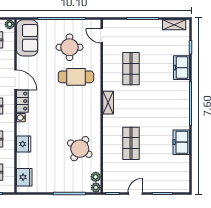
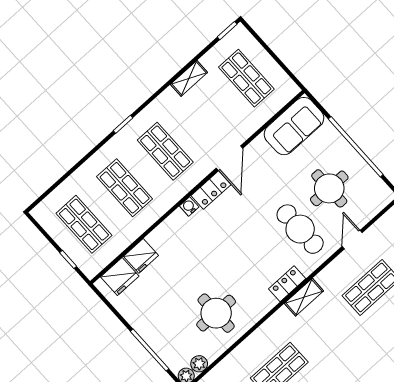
plant: (10, 24) -> (291, 90), removed
door: (102, 36) -> (352, 240), moved
locker: (95, 105) -> (287, 284), added
fridge: (24, 144) -> (141, 256), moved
round table: (80, 149) -> (216, 313), turned -32

